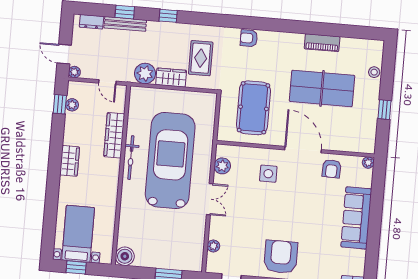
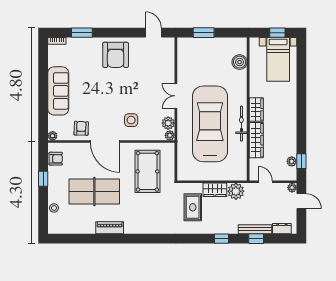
armchair: (249, 38) -> (56, 159), moved
piano: (322, 43) -> (110, 228), moved
wardrobe: (70, 161) -> (256, 110), moved, turned 180
car: (170, 161) -> (210, 124), turned 180
plant: (213, 246) -> (170, 135), moved
boiler: (125, 256) -> (240, 62), moved

